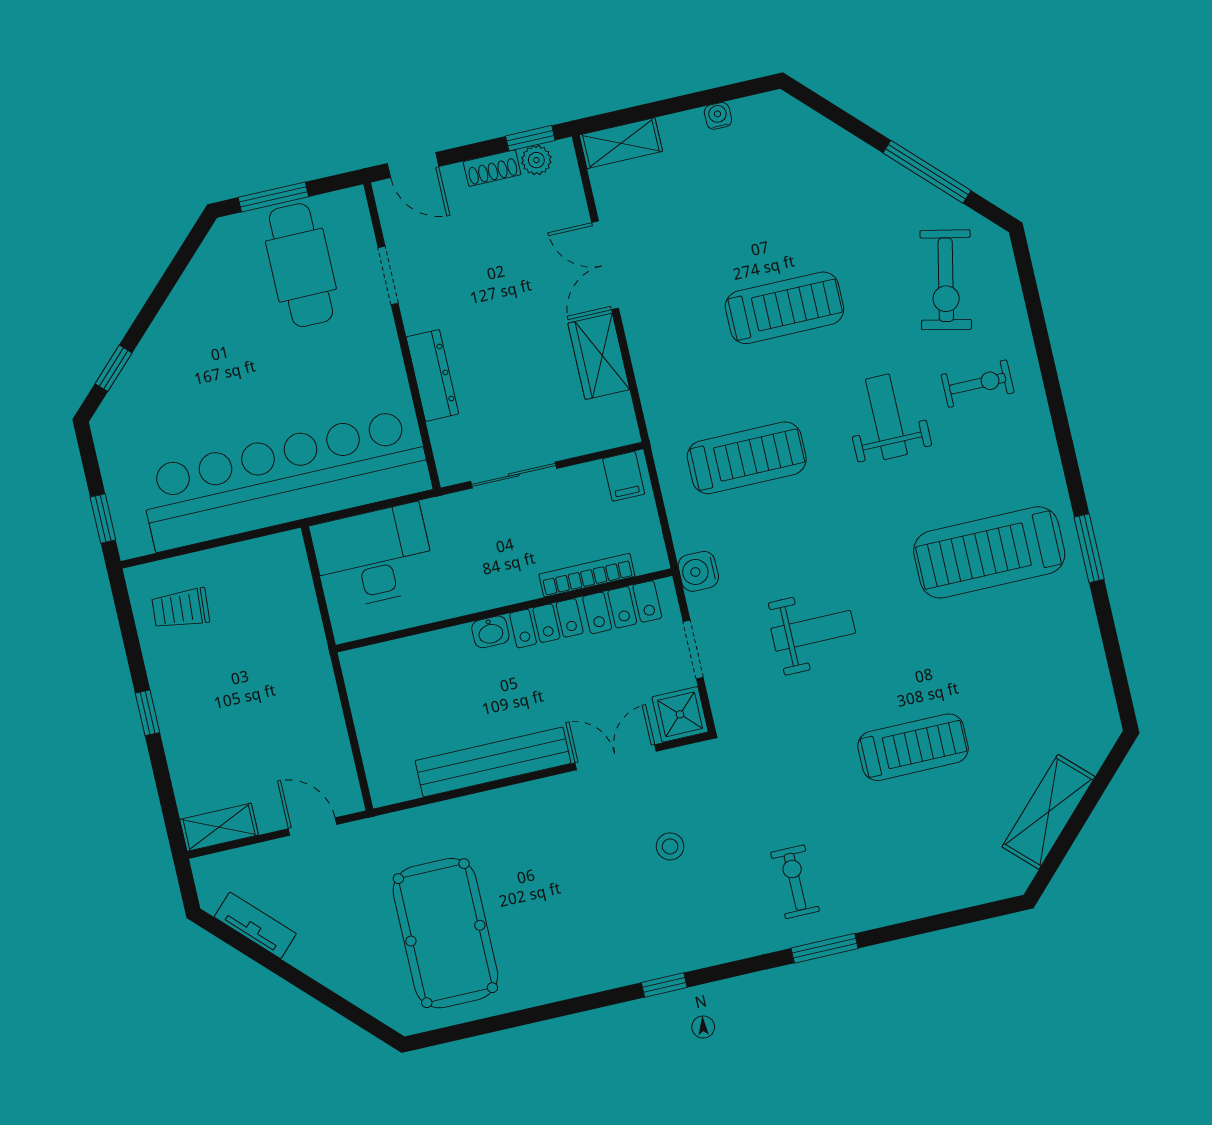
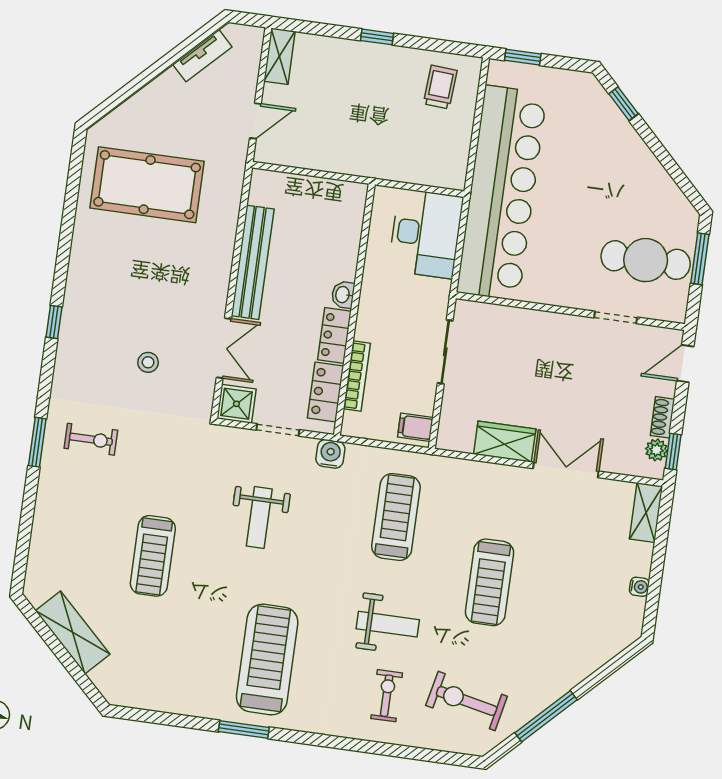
dresser: (432, 375) -> (535, 322), removed
exercise bike: (978, 384) -> (387, 696), turned 180
treadmill: (747, 458) -> (396, 517), turned 180

